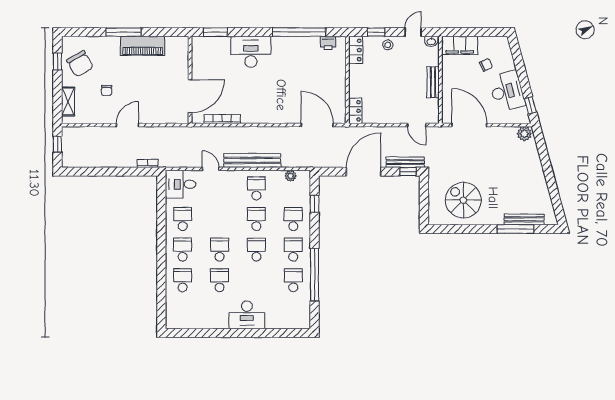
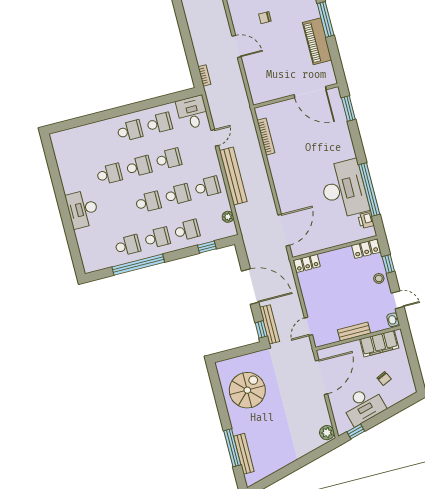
filing cabinet: (460, 45) -> (379, 344), moved, turned -90
desk: (251, 52) -> (344, 189), moved, width x1.36, depth x1.30
door: (190, 96) -> (310, 92), moved
school desk: (183, 280) -> (169, 159), moved

